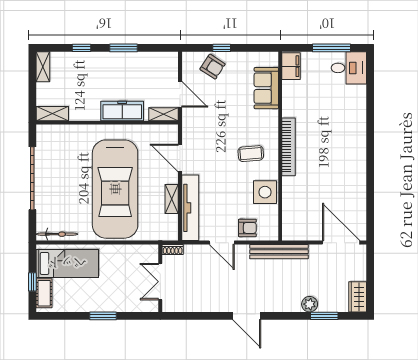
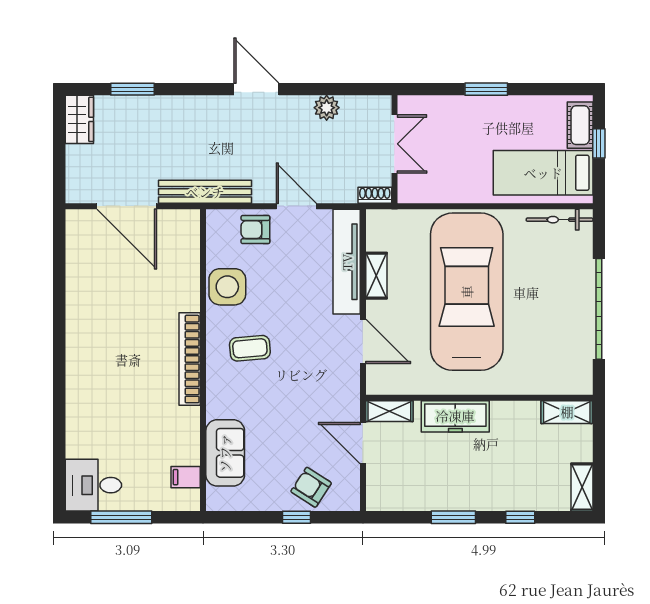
filing cabinet: (291, 66) -> (186, 477), width x0.50
door: (341, 243) -> (127, 206), moved
plant: (310, 304) -> (327, 108), moved

